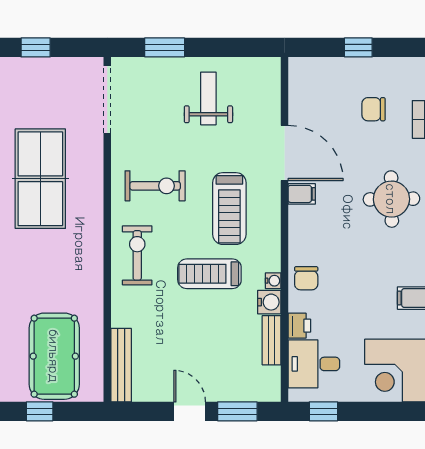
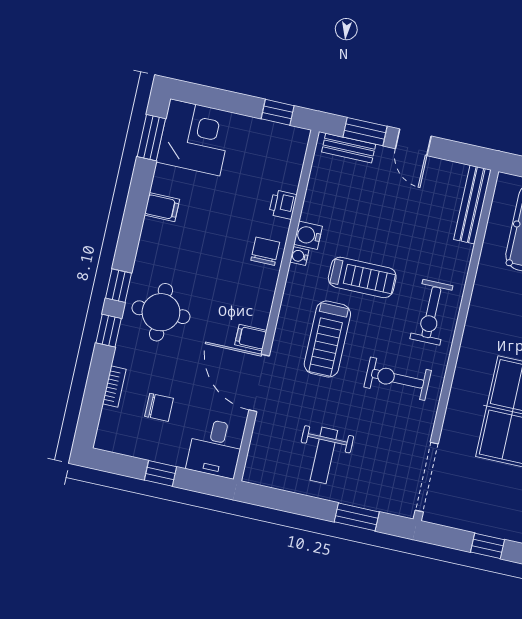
treadmill: (229, 209) -> (327, 339), turned 180
bench: (272, 340) -> (349, 148), moved, turned 90
desk: (314, 364) -> (215, 448), moved, turned 90

